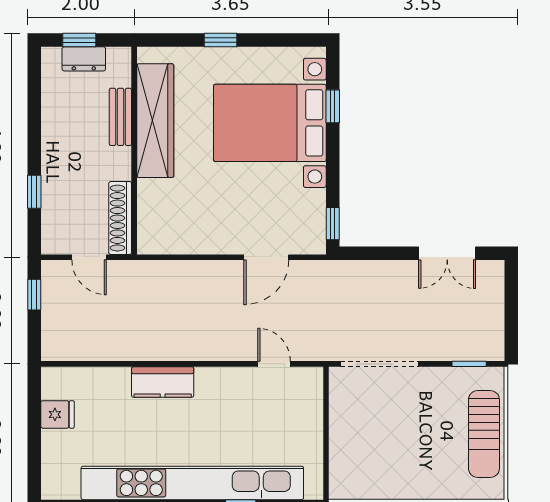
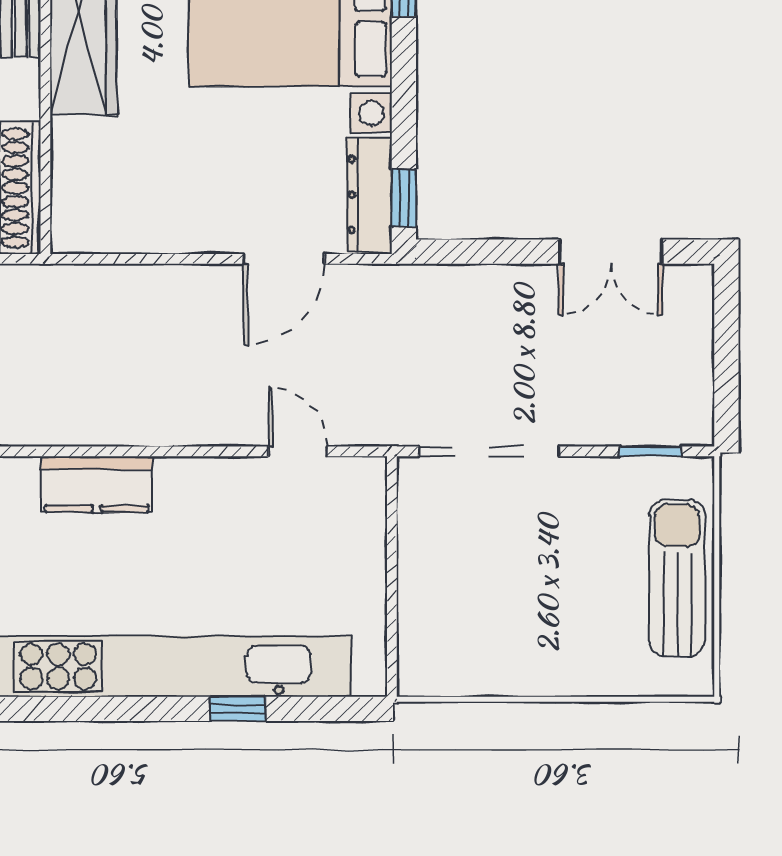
dresser: (313, 222) -> (369, 195), added
sun lounger: (484, 434) -> (677, 578), turned 180

